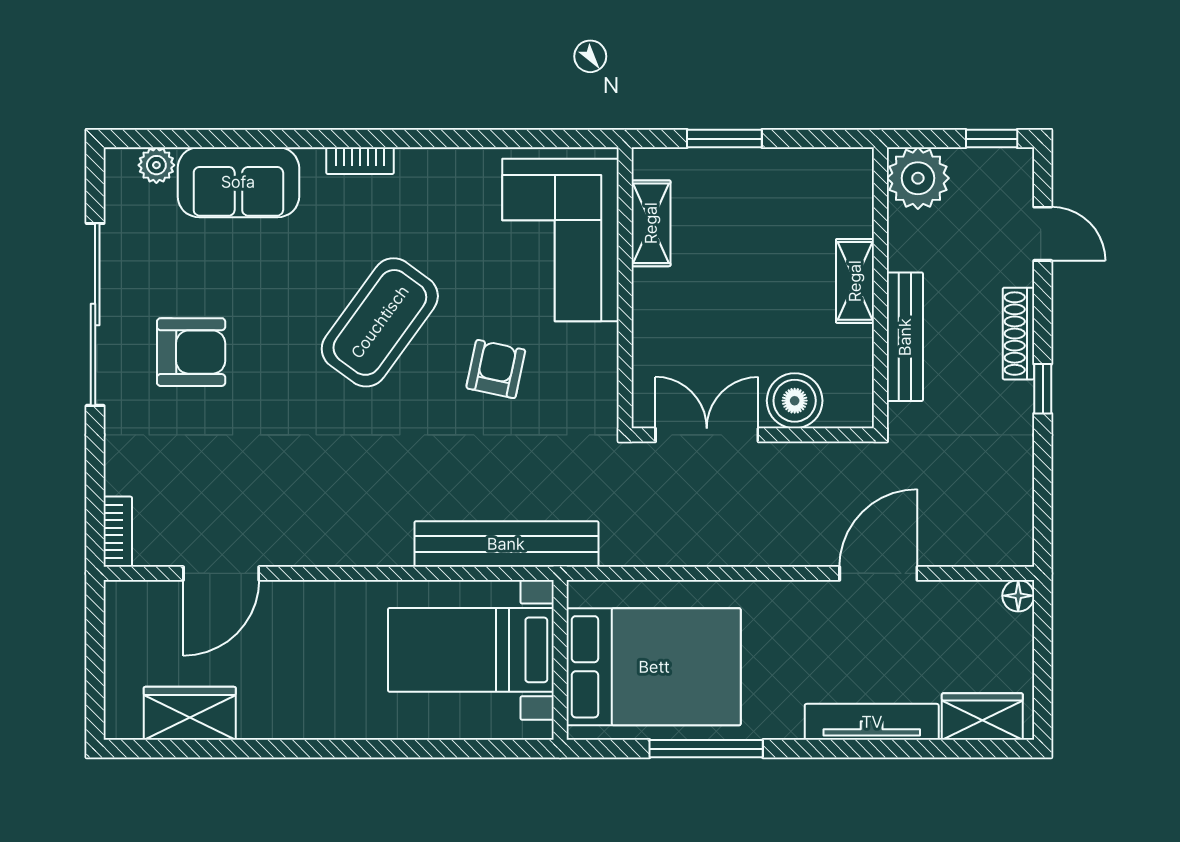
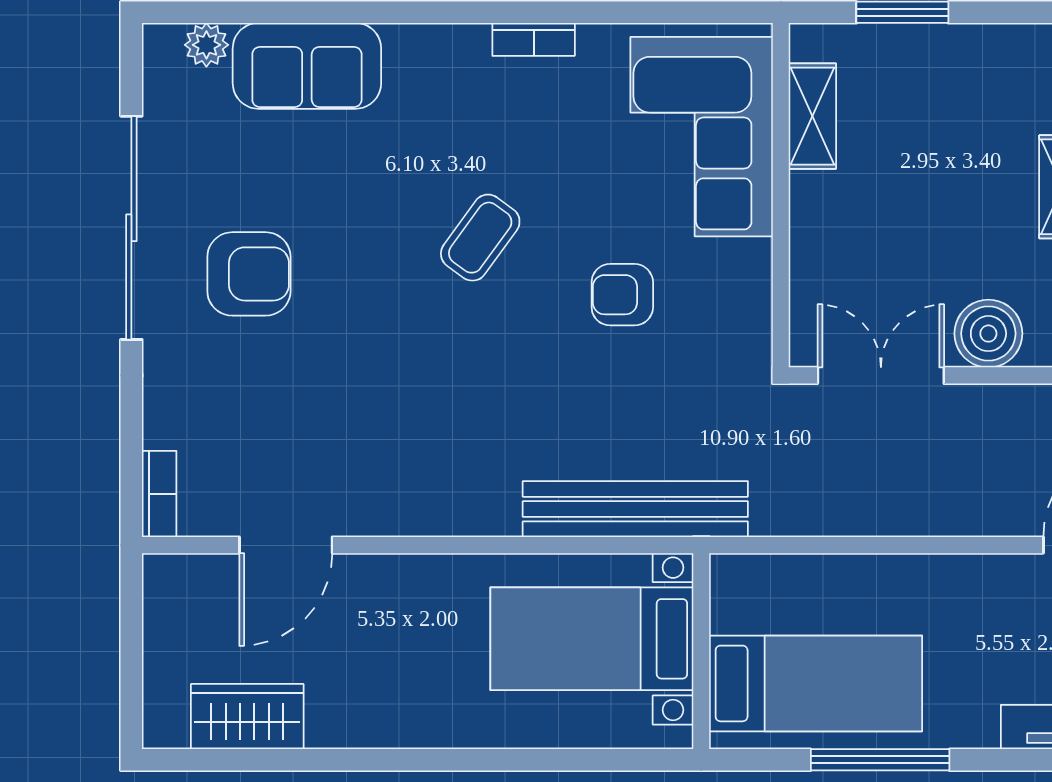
bookcase: (360, 161) -> (534, 39), moved
coffee table: (380, 322) -> (480, 238), width x0.54, depth x0.58
armchair: (496, 369) -> (622, 295), turned -102
bed: (654, 667) -> (816, 683), width x0.67

